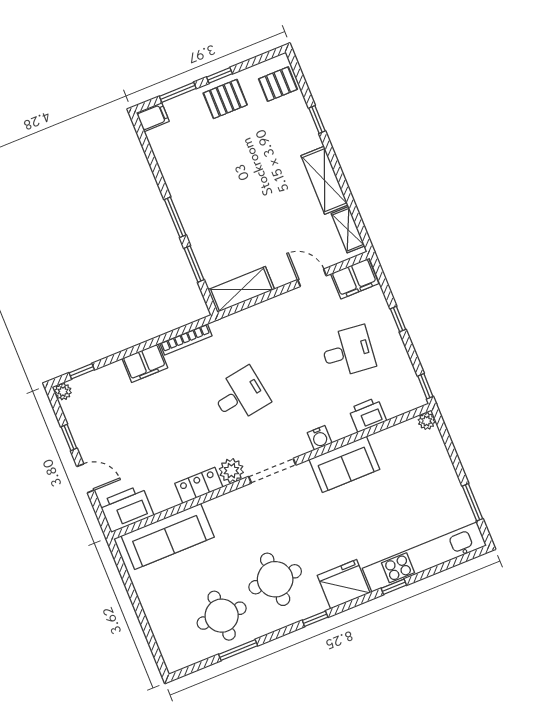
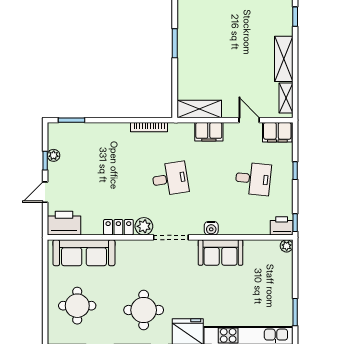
window: (194, 264) -> (175, 79), removed
filing cabinet: (145, 363) -> (209, 132), moved
window: (82, 371) -> (71, 120), width x1.50
plant: (63, 392) -> (54, 155), moved
printer: (368, 415) -> (282, 226), moved
door: (85, 478) -> (45, 192), swing flipped
round table: (222, 616) -> (77, 306), moved

